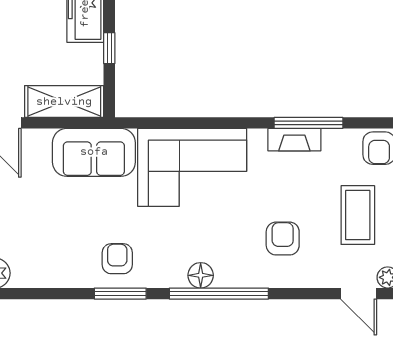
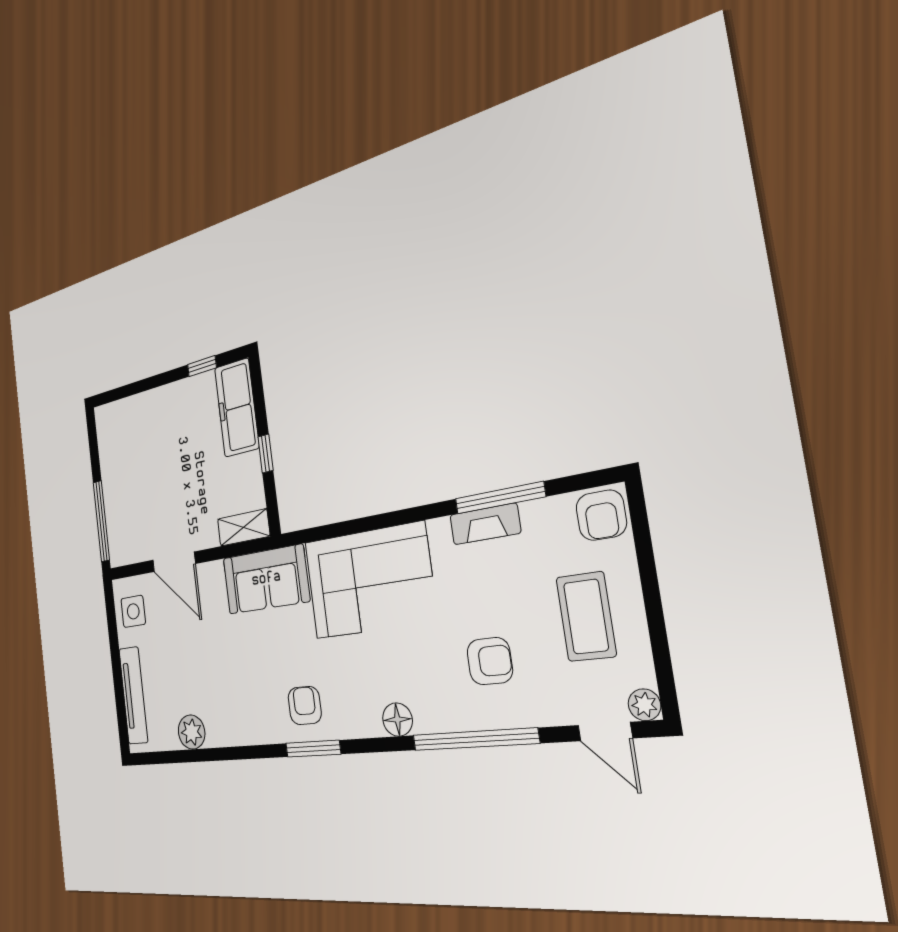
shelving: (64, 102) -> (243, 527), width x0.67, depth x0.75
armchair: (283, 239) -> (490, 661), turned 90
window: (219, 294) -> (474, 739), moved

